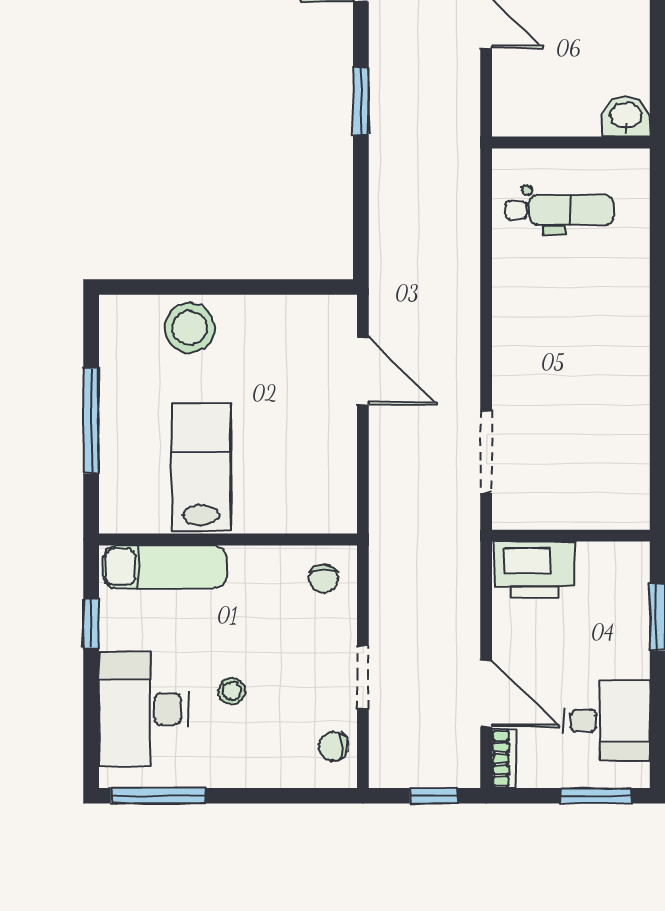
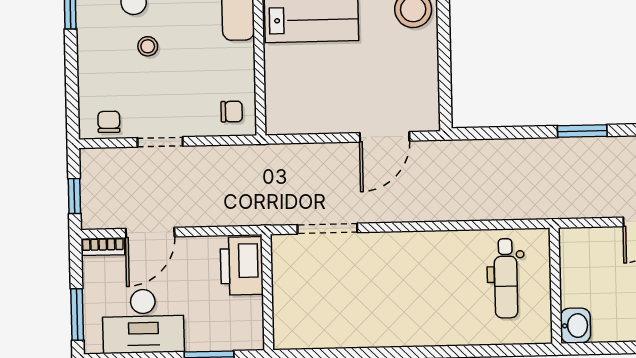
chair: (324, 579) -> (232, 112), turned 180
desk: (607, 721) -> (143, 321), width x1.37

